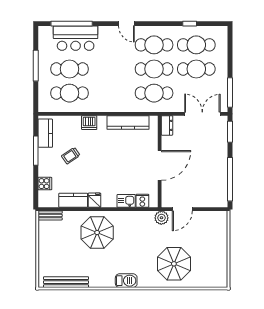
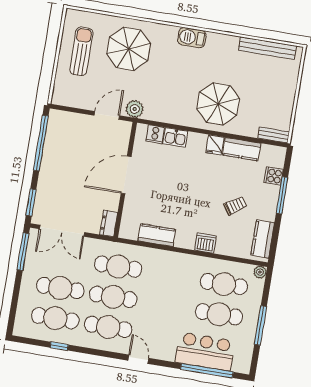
plant: (43, 107) -> (260, 272), added
kitchen counter: (128, 123) -> (157, 235), width x0.67
window: (36, 151) -> (282, 195), moved
sun lounger: (210, 256) -> (81, 51), added

